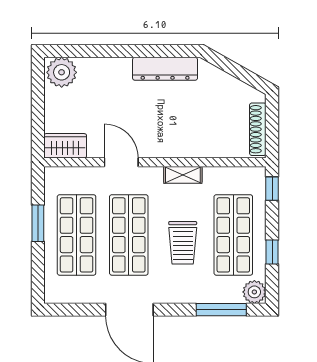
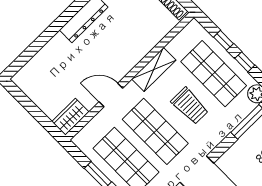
plant: (62, 72) -> (28, 78), removed
shelving: (183, 175) -> (154, 70), width x1.50, depth x1.33
window: (272, 189) -> (224, 40), moved

